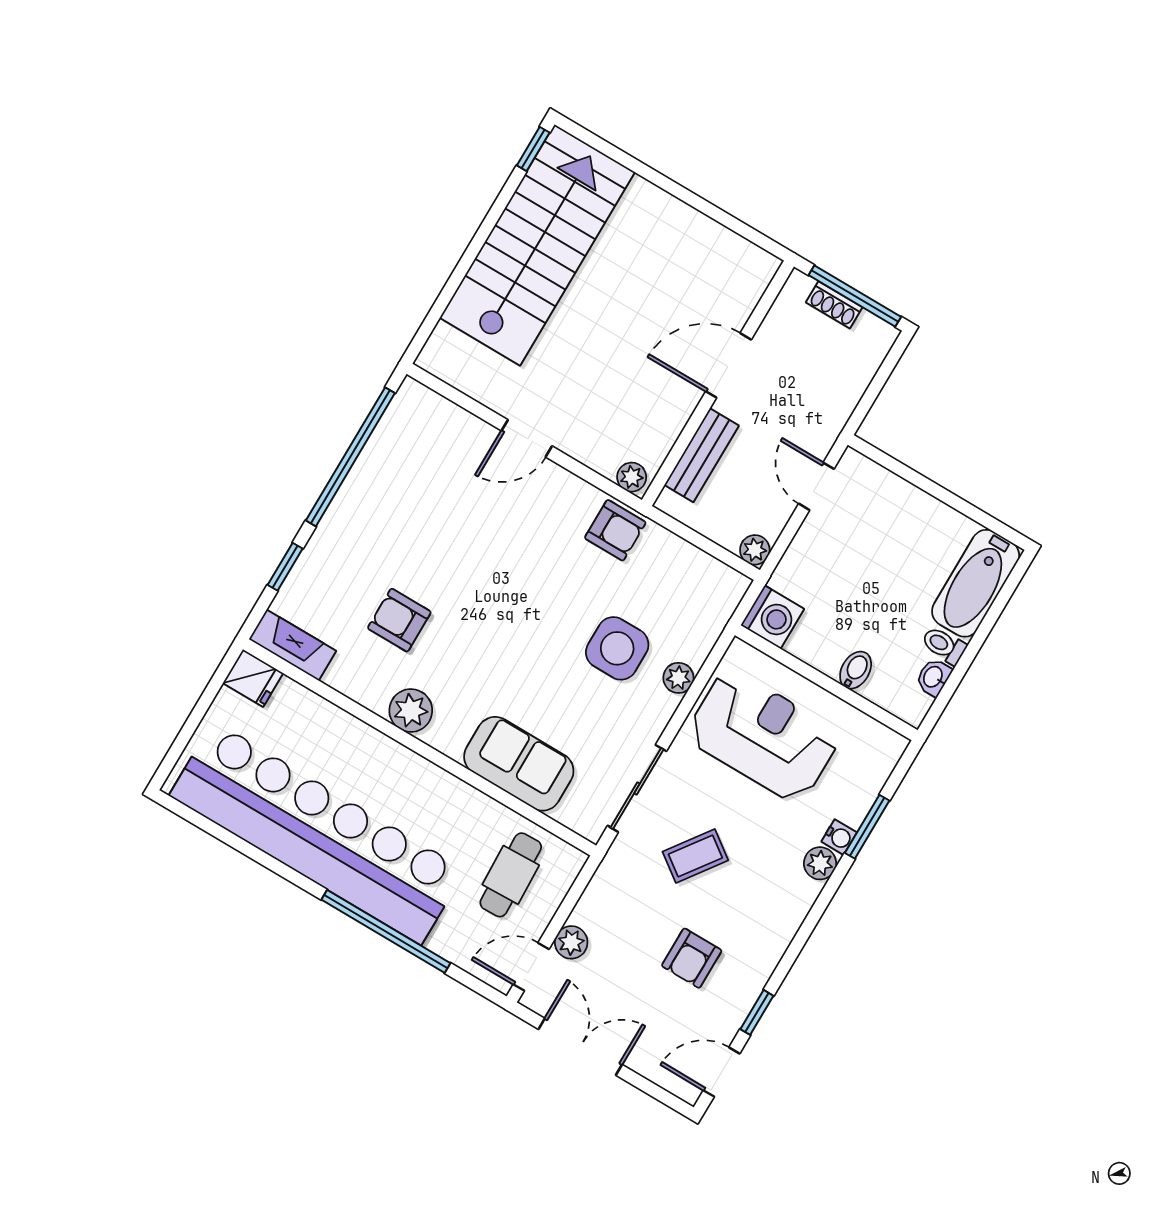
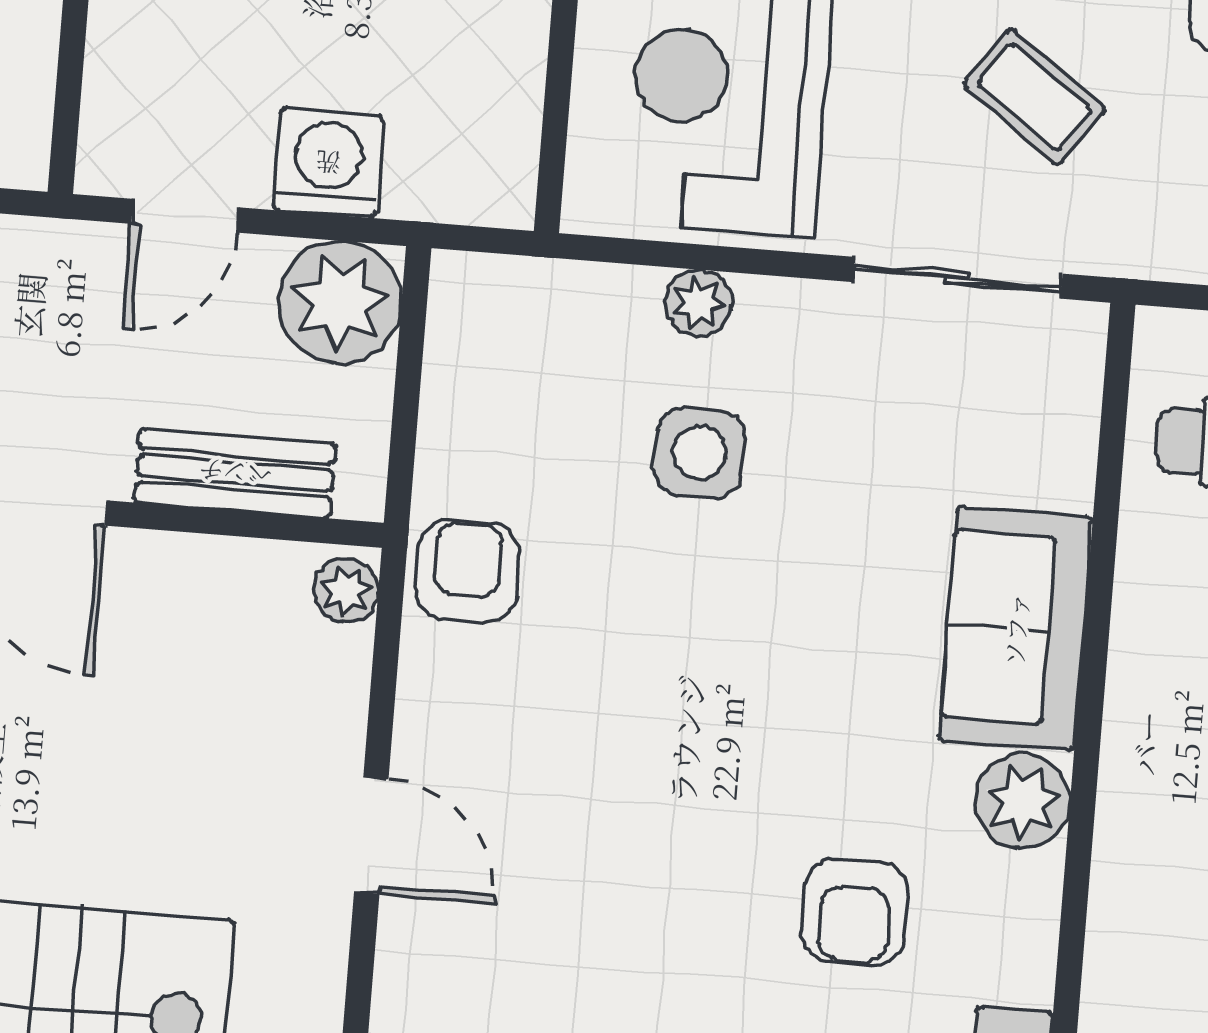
plant: (755, 550) -> (340, 302), width x1.87, depth x1.87
washing machine: (772, 617) -> (328, 163), moved
side table: (617, 648) -> (699, 453), width x0.73, depth x0.73
sofa: (519, 764) -> (1016, 629), moved

